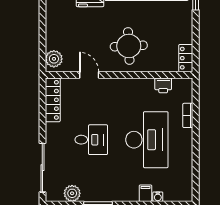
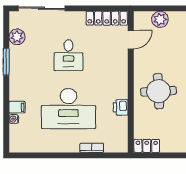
plant: (54, 59) -> (160, 19), moved
door: (89, 75) -> (131, 40), moved
printer: (163, 85) -> (121, 107), moved

